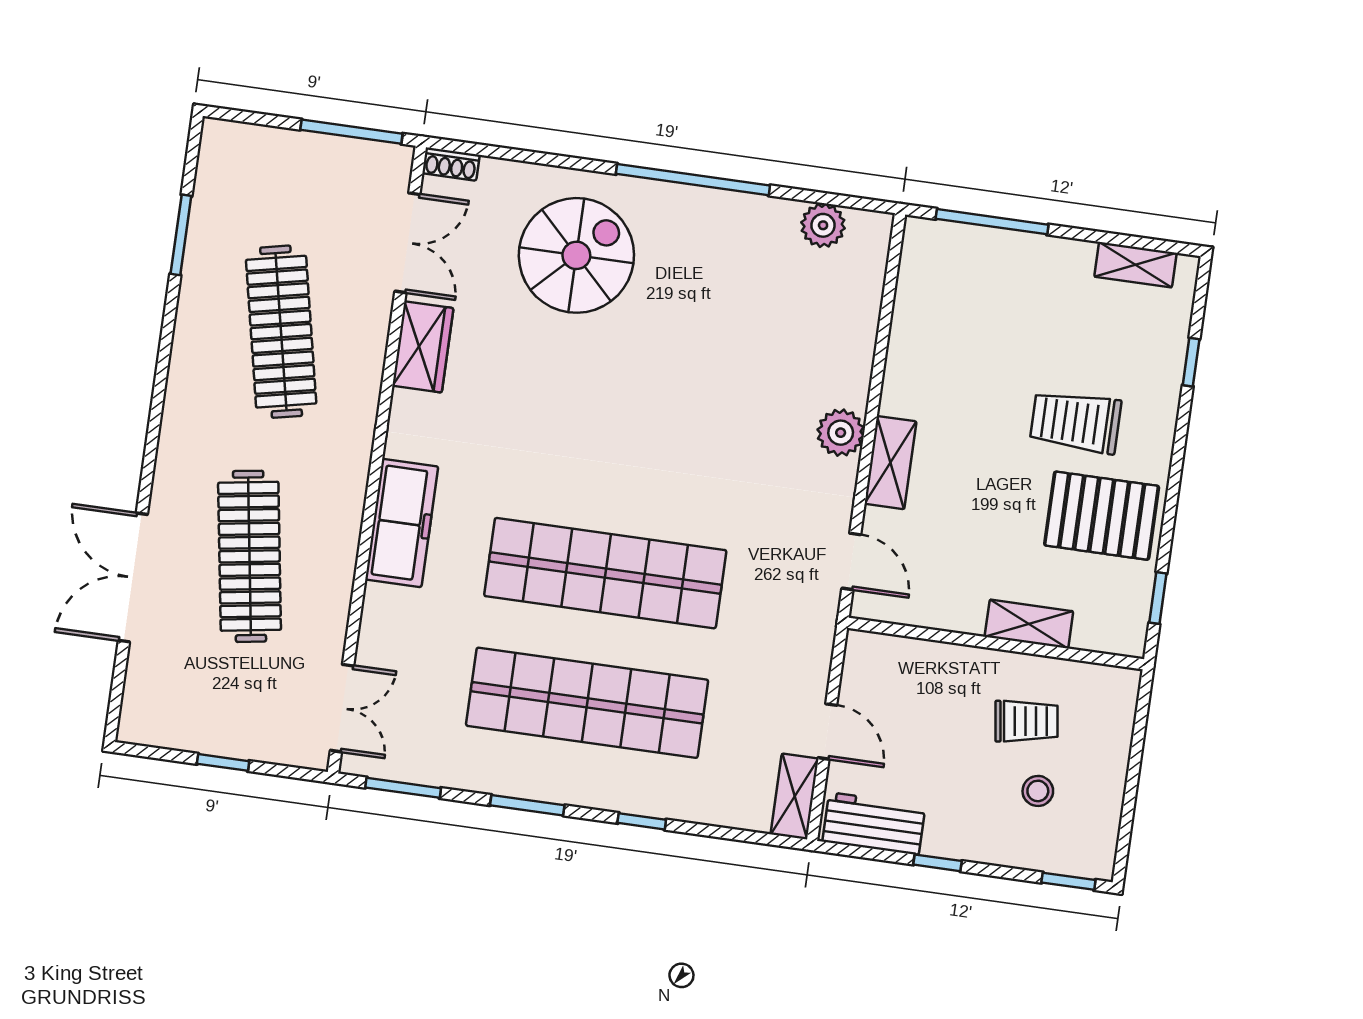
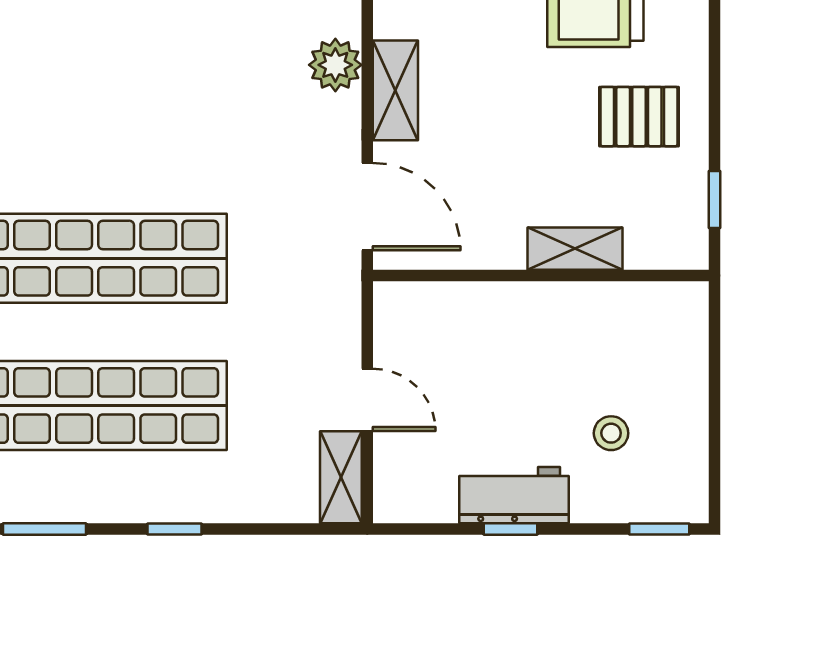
pallet: (1102, 516) -> (639, 117), width x0.67, depth x0.71
door: (851, 561) -> (367, 207), width x1.38
trolley: (1027, 721) -> (588, 357), removed
workbench: (874, 823) -> (514, 495), moved

